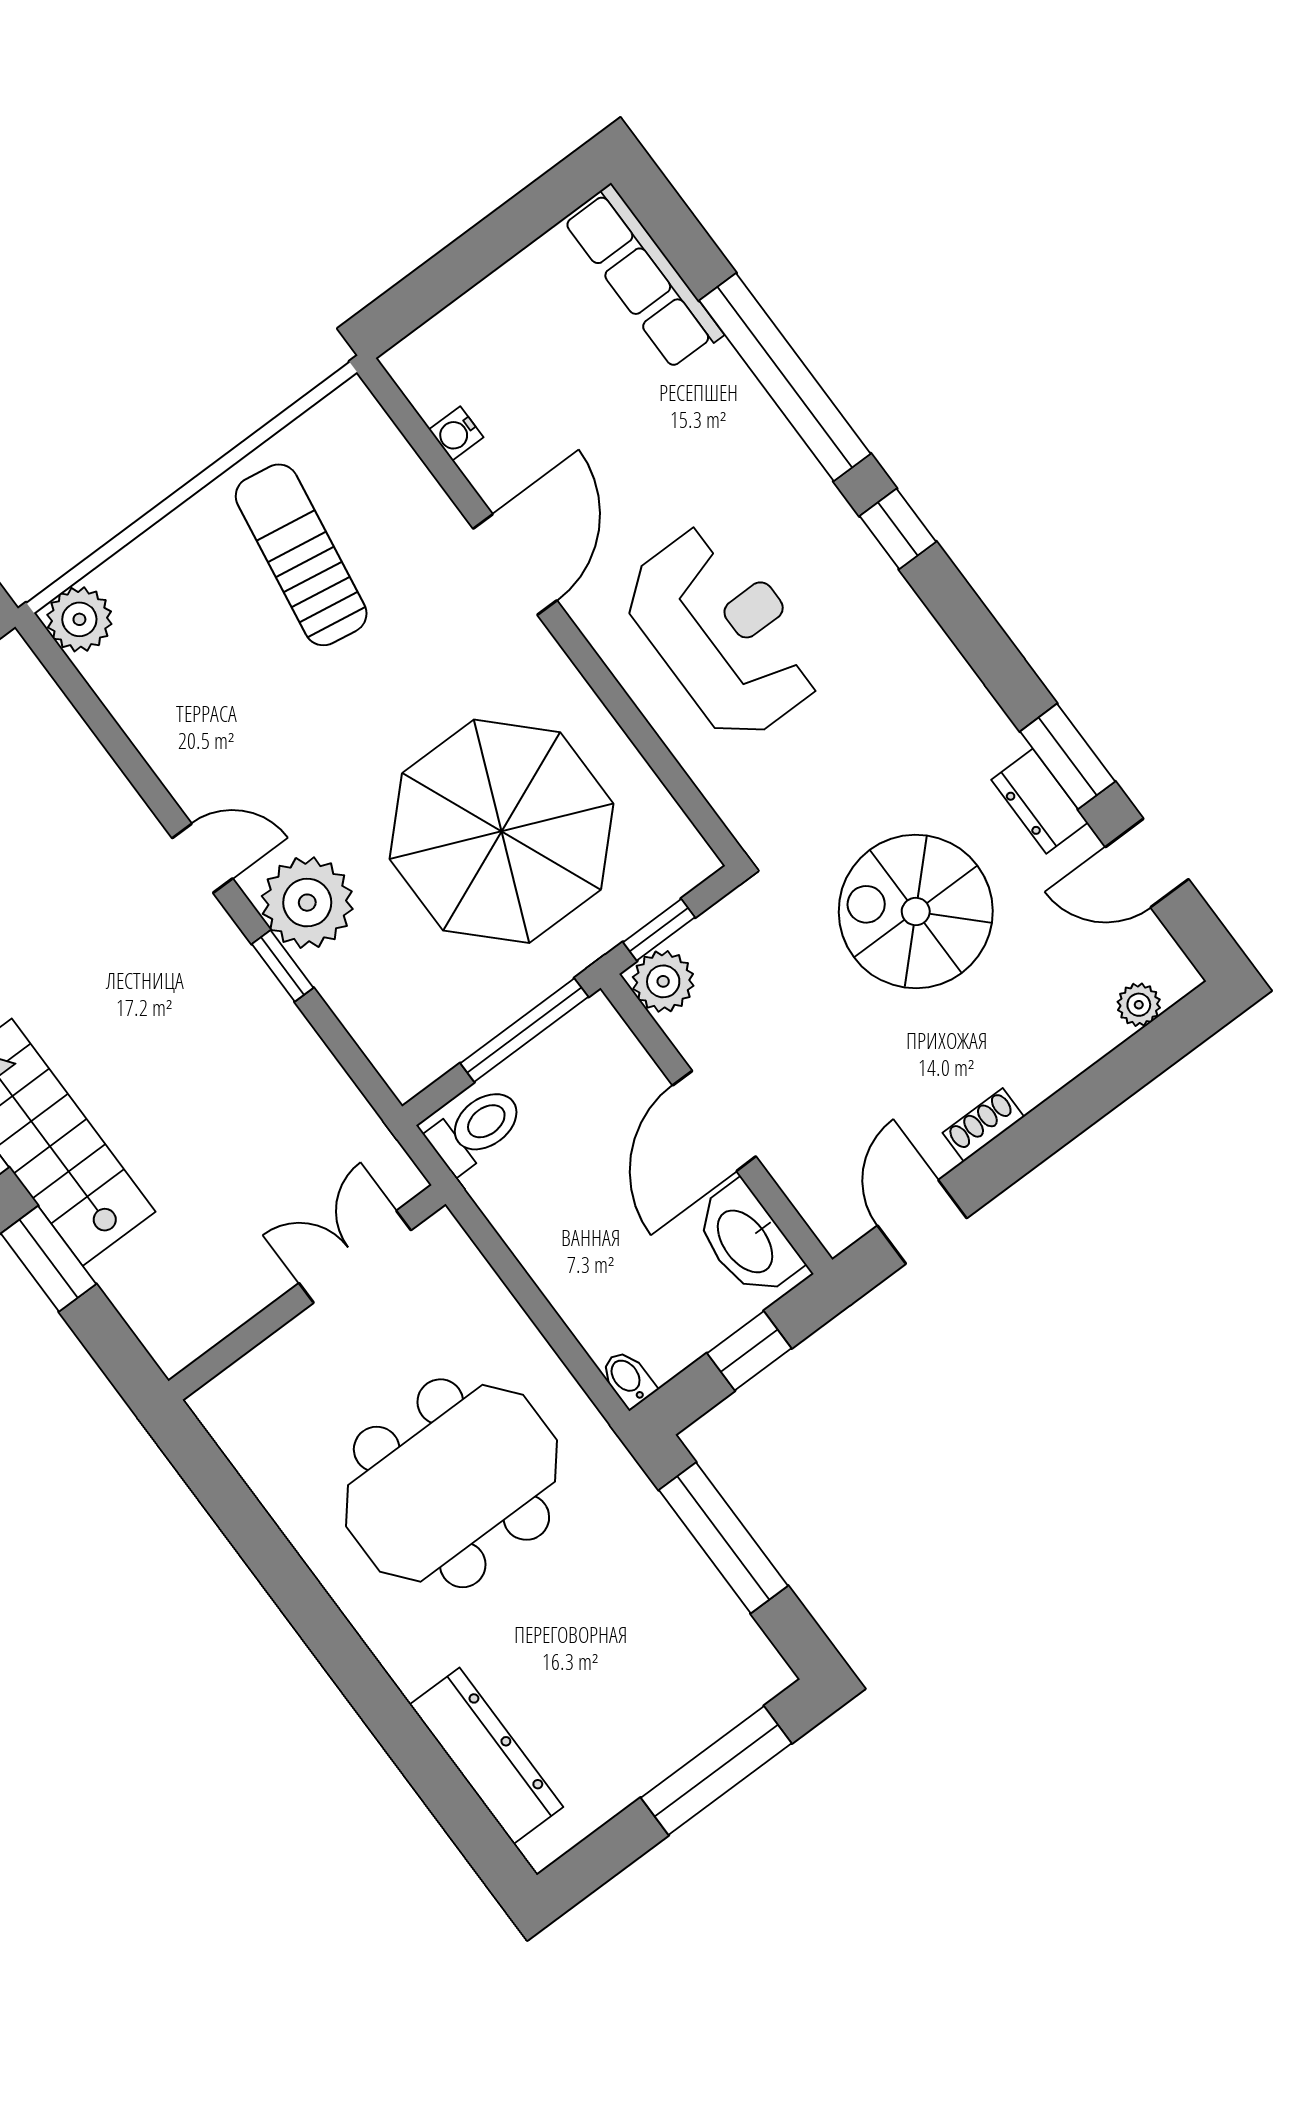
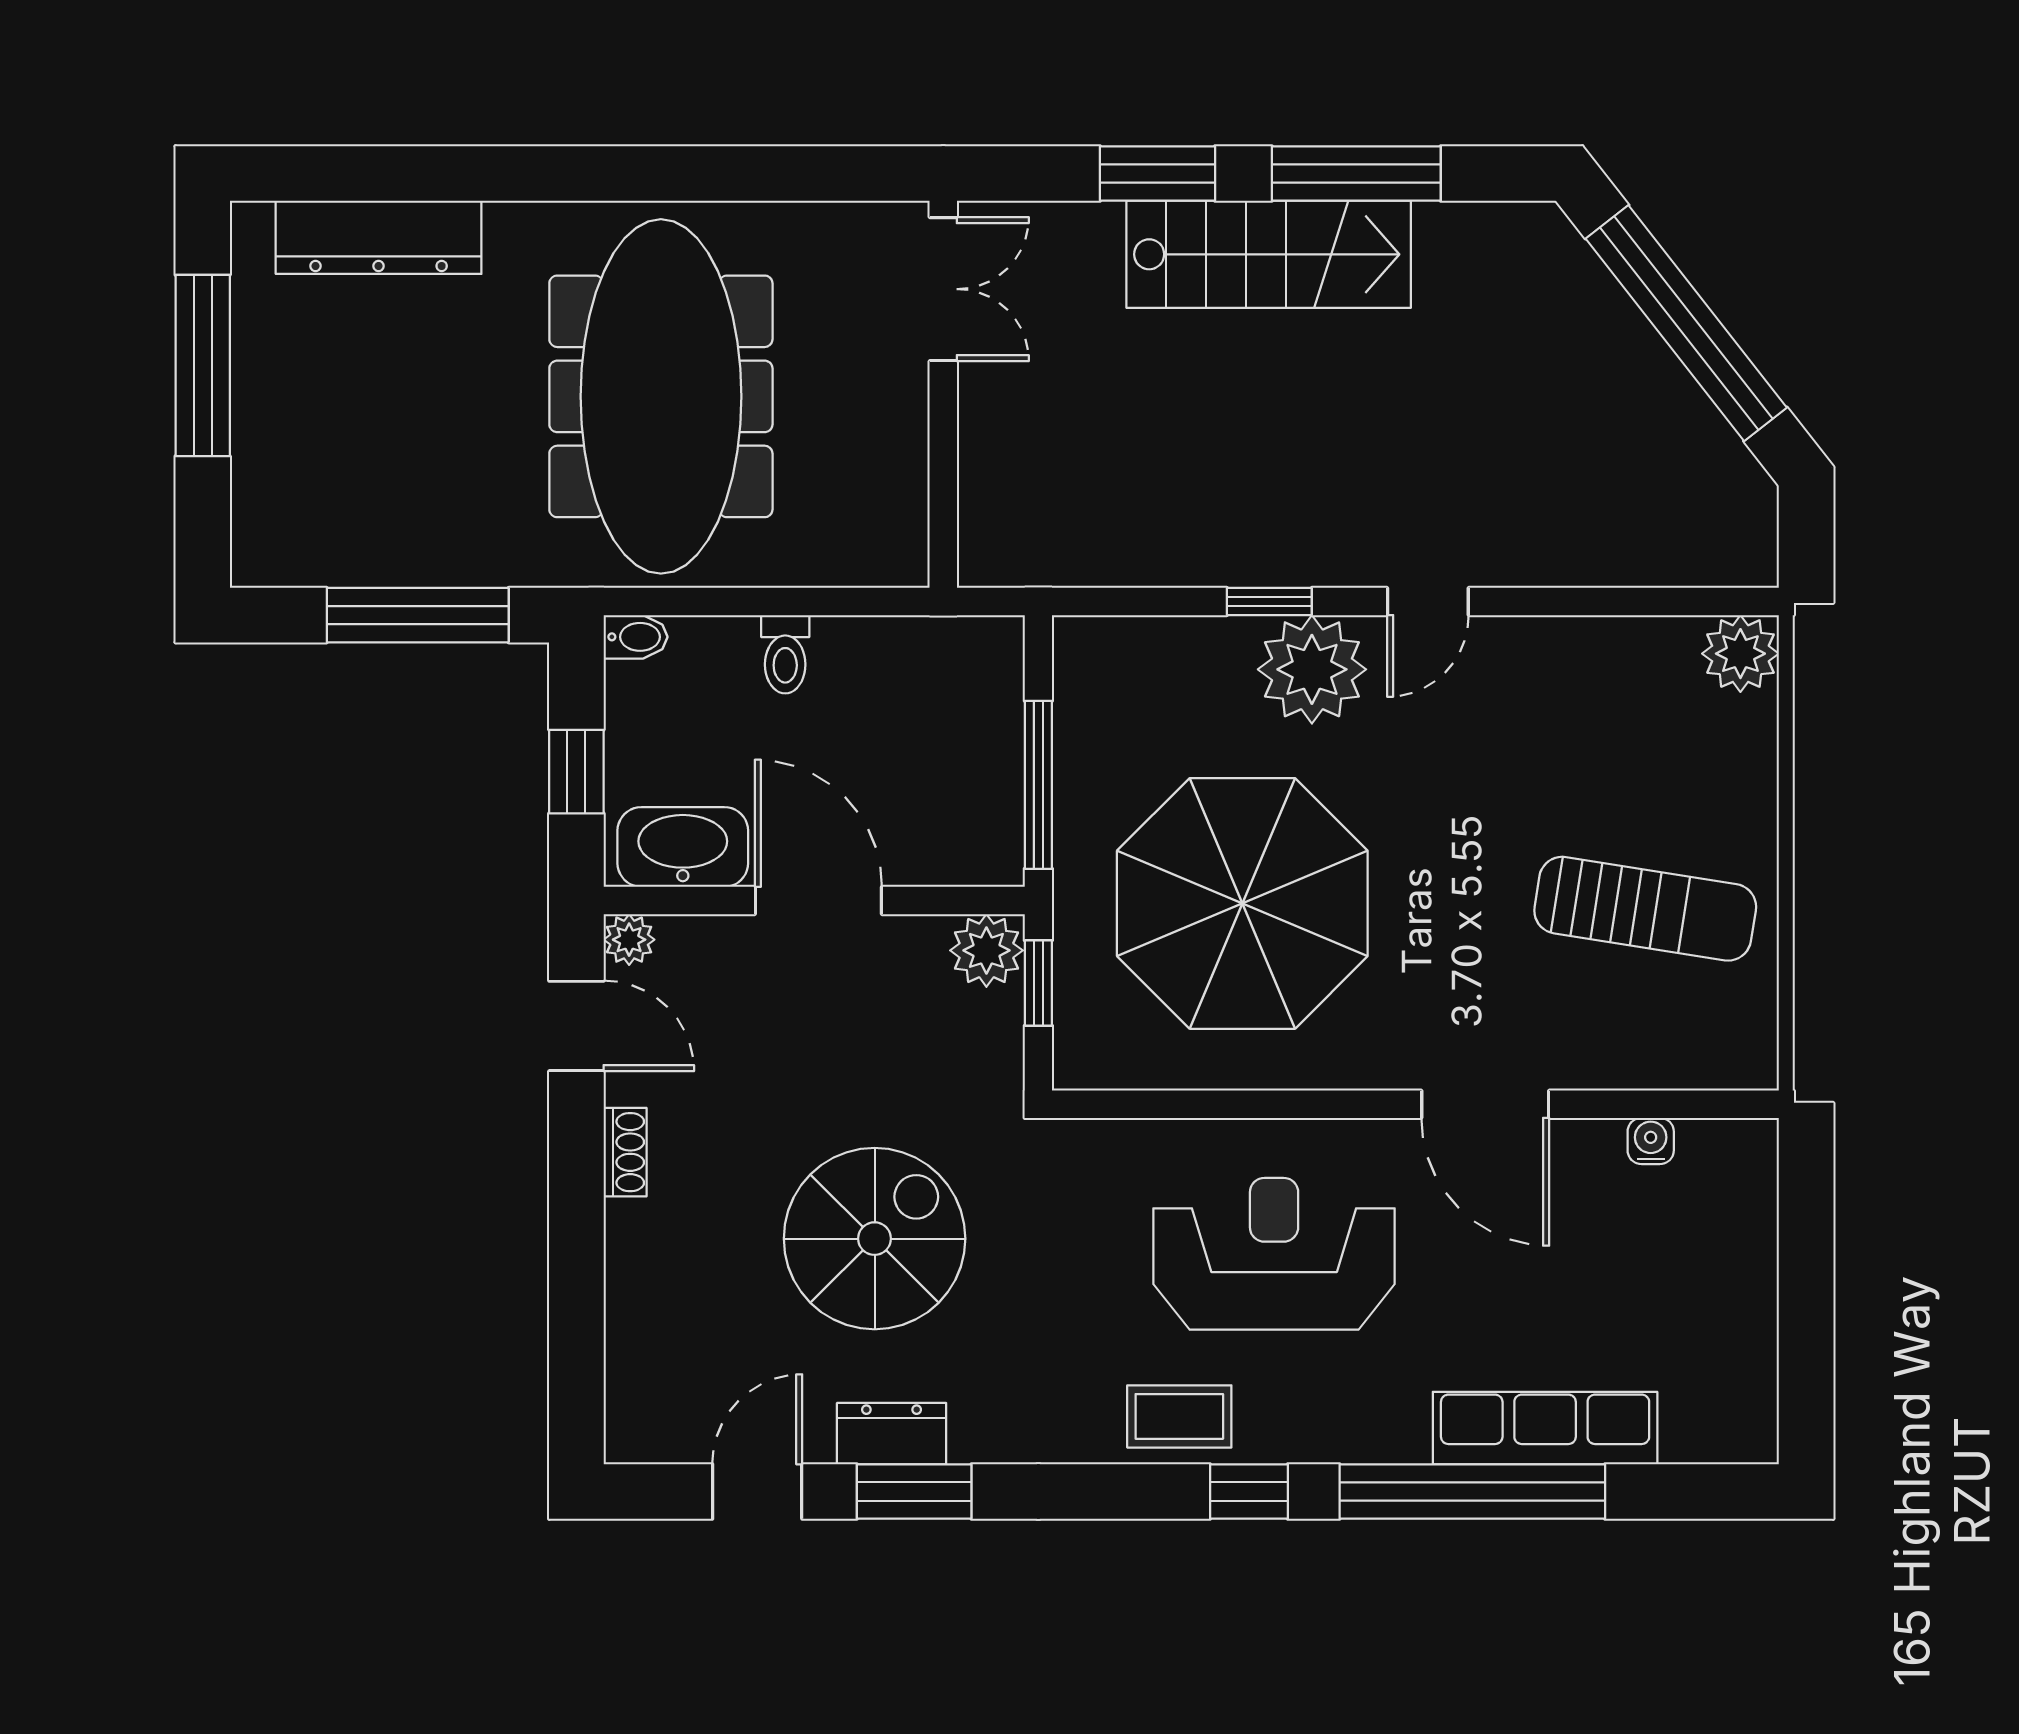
row of seats: (643, 277) -> (1545, 1428), moved
coffee table: (882, 614) -> (1179, 1416), added
reception desk: (724, 632) -> (1274, 1254), turned 180
plant: (1139, 1005) -> (629, 940), moved
toilet: (476, 1129) -> (785, 654), moved, width x0.73, depth x0.72
double door: (355, 1257) -> (943, 289), moved
meeting table: (451, 1483) -> (661, 396), width x1.36
window: (716, 1771) -> (203, 366), moved

